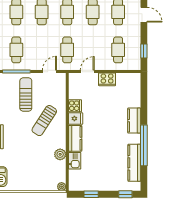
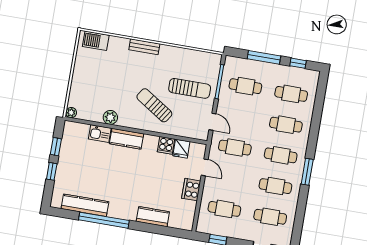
fridge: (76, 119) -> (181, 149), moved
kitchen counter: (134, 121) -> (153, 217), moved
window: (125, 194) -> (52, 171), moved

